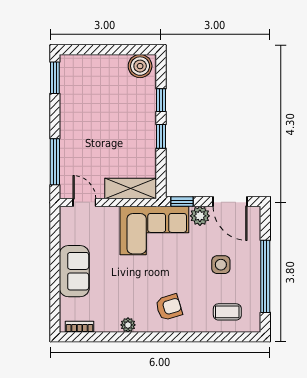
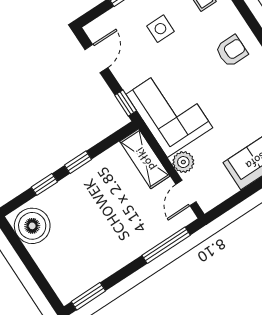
boiler: (140, 66) -> (32, 226), width x1.37, depth x1.37
door: (230, 202) -> (96, 59), width x0.73
plant: (200, 216) -> (183, 162), moved
armchair: (169, 307) -> (232, 51), turned 107

